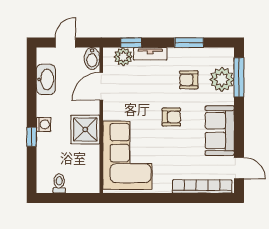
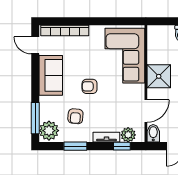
plant: (222, 79) -> (49, 131), moved
armchair: (189, 80) -> (75, 116), turned 95

